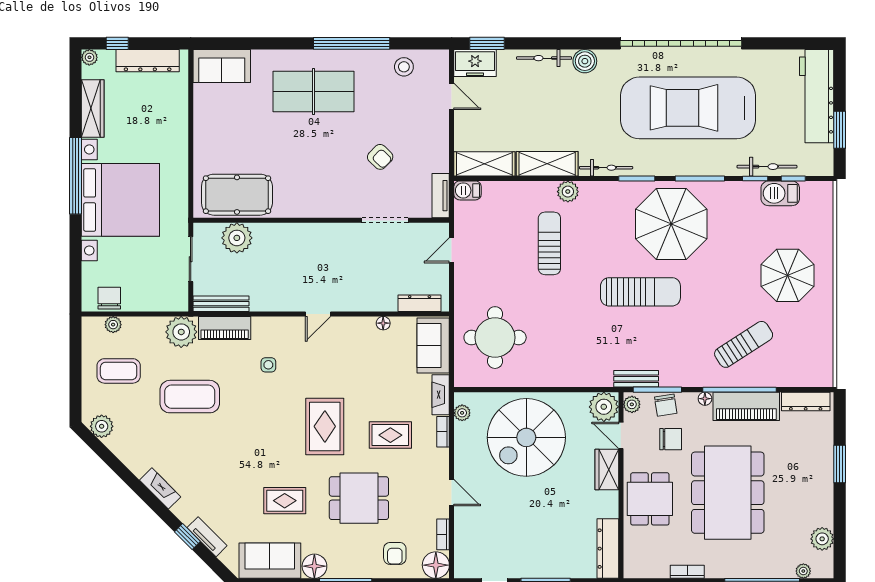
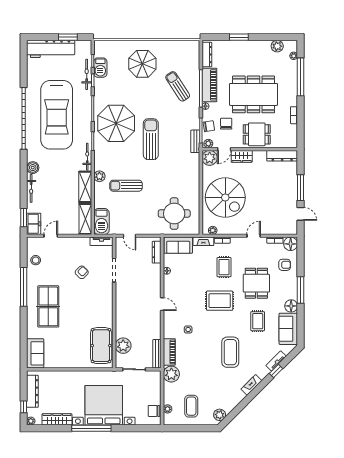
barbecue: (468, 190) -> (101, 221), width x1.88, depth x1.53
coffee table: (190, 397) -> (230, 352), moved

